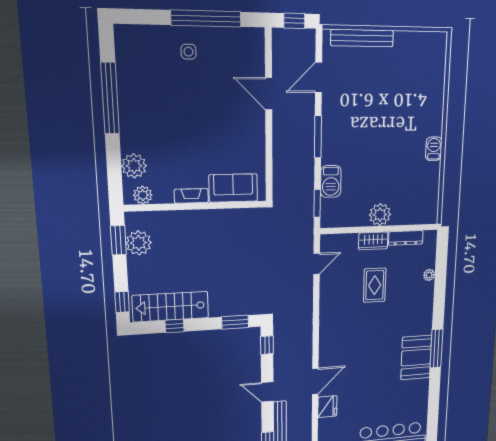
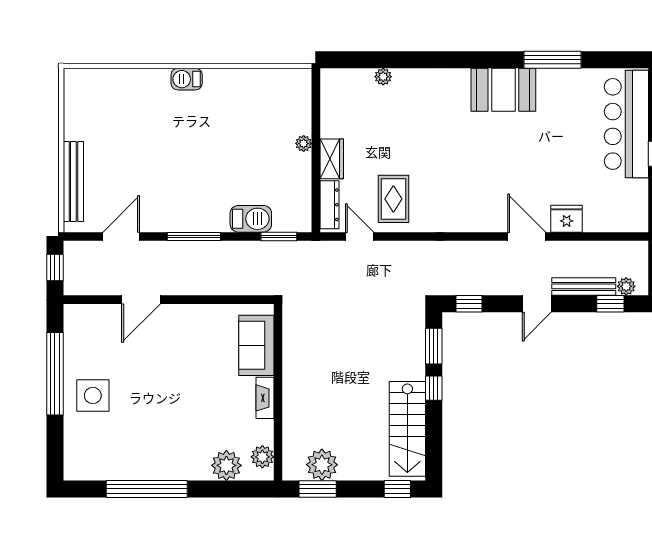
side table: (189, 52) -> (93, 396), width x1.87, depth x1.87
door: (319, 77) -> (121, 236), swing flipped
barbecue: (434, 149) -> (187, 79), moved
plant: (380, 215) -> (304, 143), width x0.53, depth x0.53
dresser: (406, 238) -> (330, 205), moved
rug: (375, 285) -> (393, 199), moved, turned 90
window: (175, 326) -> (434, 388), moved
window: (437, 349) -> (553, 60), moved

